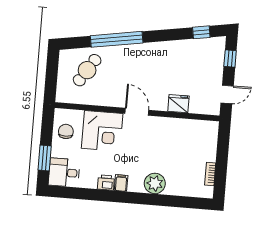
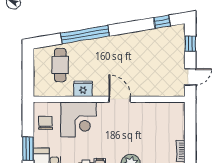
cafe table: (87, 70) -> (60, 65), turned -33
fridge: (178, 104) -> (83, 89), moved
door: (137, 112) -> (120, 99), moved

